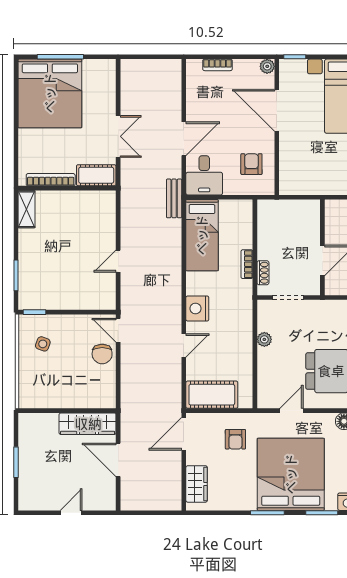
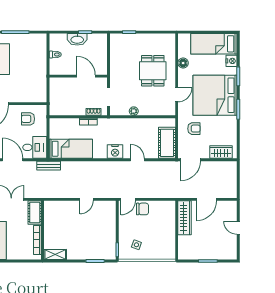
door: (118, 261) -> (86, 199), hinge flipped
door: (291, 411) -> (177, 95), swing flipped
door: (184, 434) -> (191, 160), hinge flipped

